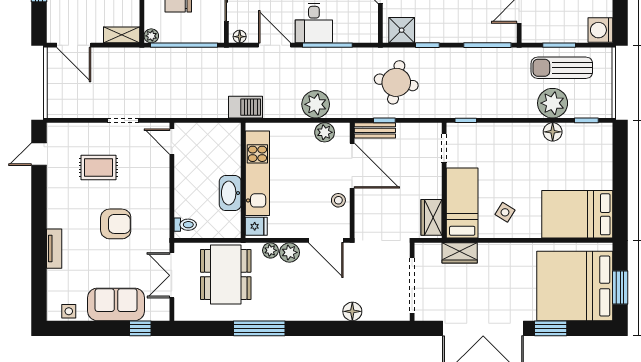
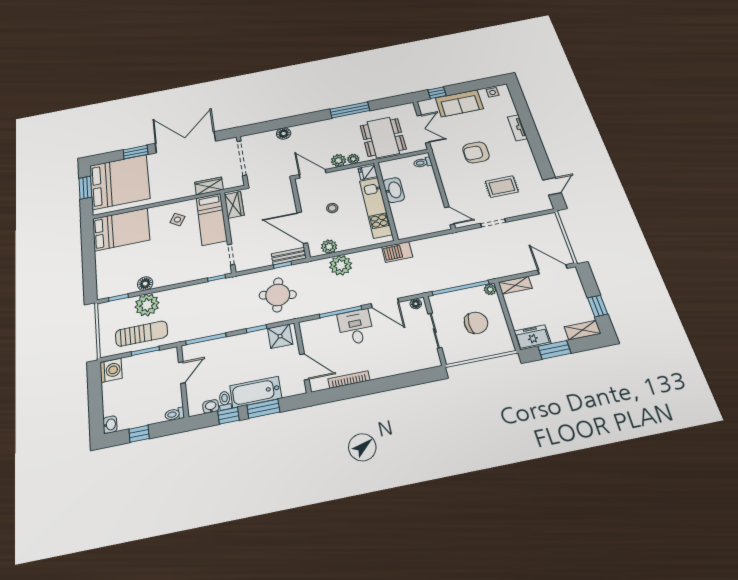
stool: (338, 200) -> (332, 208), moved

